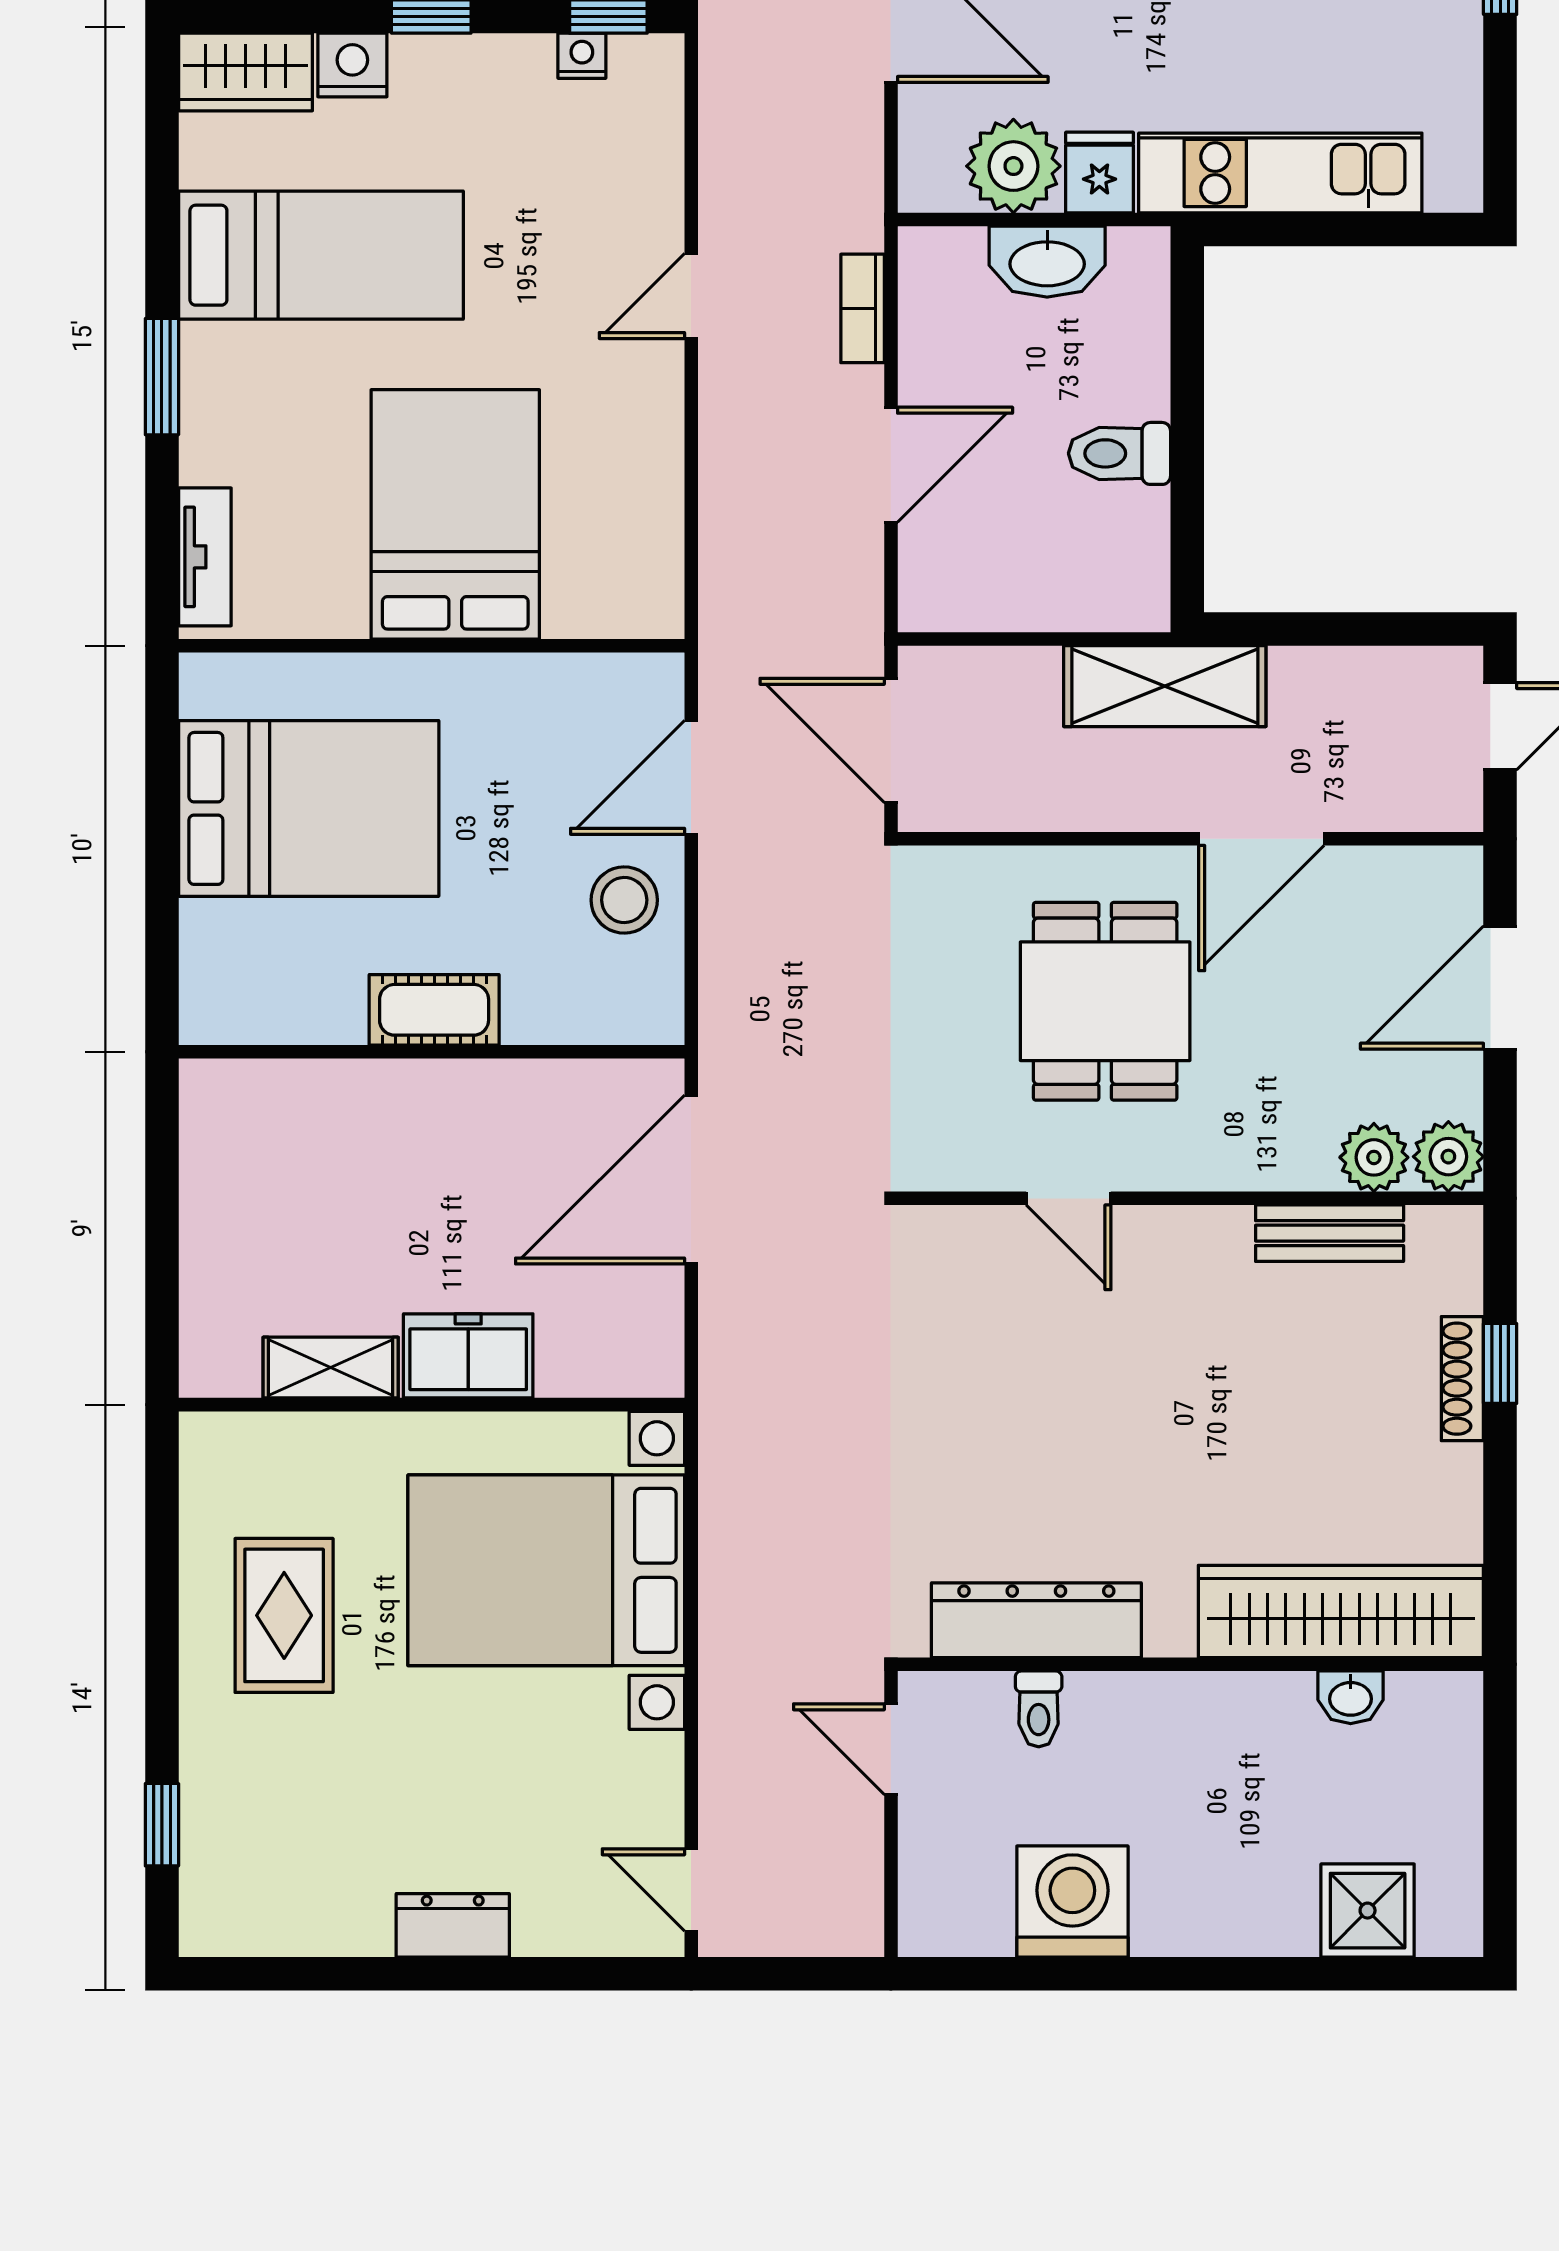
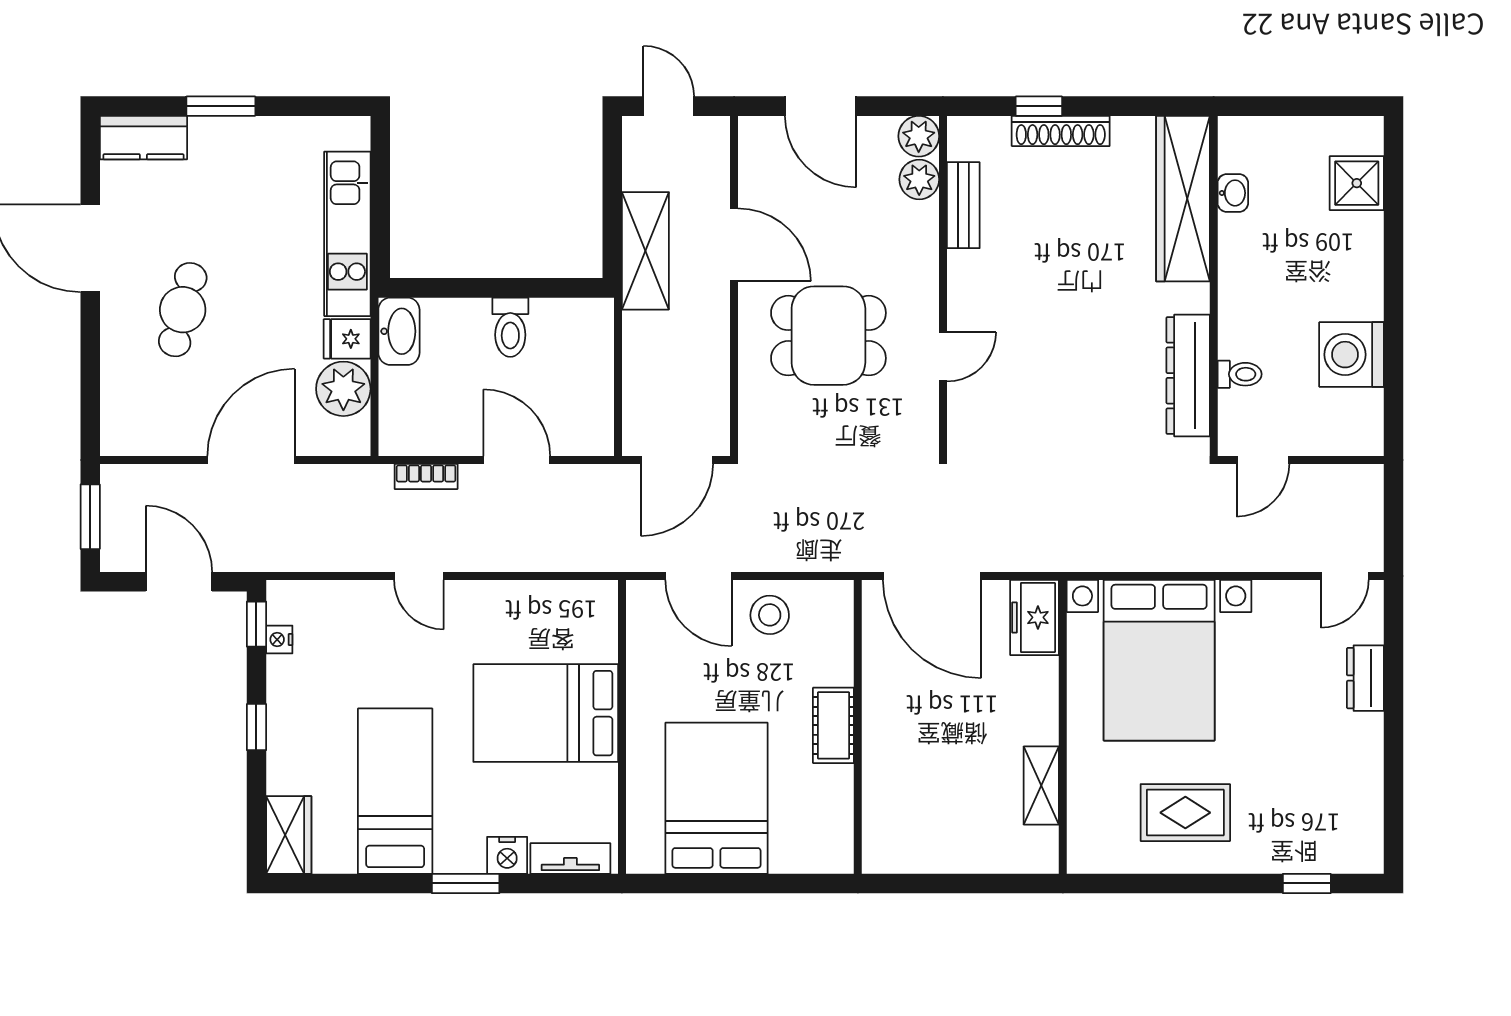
nightstand: (352, 65) -> (507, 855), moved, turned -90
washbasin: (1047, 262) -> (399, 331), moved
shelving: (1165, 686) -> (645, 251), moved
freezer: (468, 1356) -> (1035, 617), moved
shoe rack: (1462, 1379) -> (1061, 131), width x1.36, depth x1.24
dresser: (453, 1925) -> (1365, 678), moved

